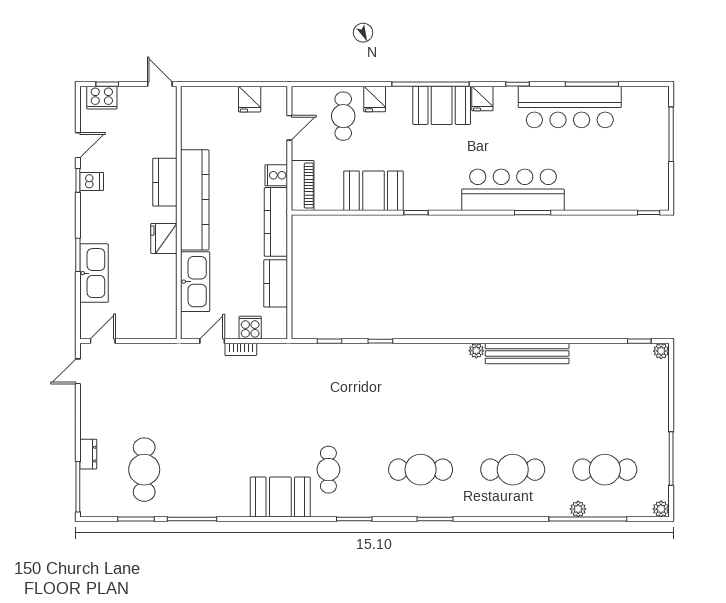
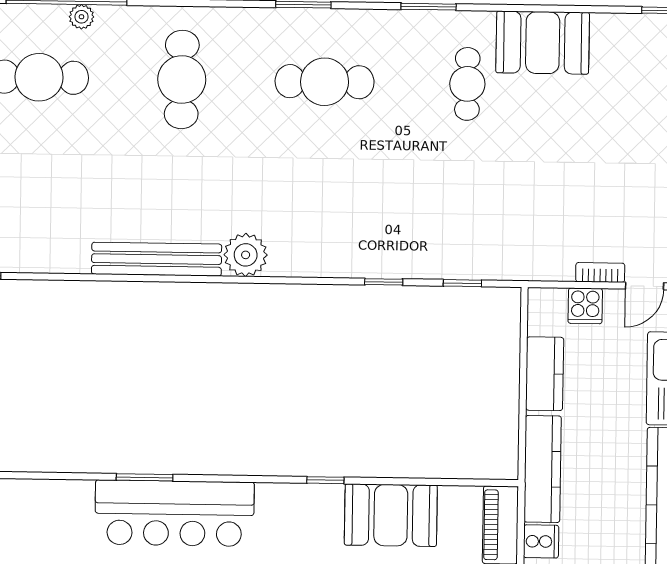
plant: (476, 351) -> (246, 255), width x1.88, depth x1.88
cafe table: (513, 470) -> (182, 79), turned 90

